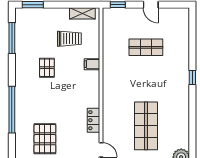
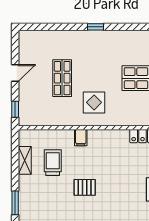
shelving: (82, 13) -> (25, 160), moved
display table: (124, 76) -> (94, 102), added

